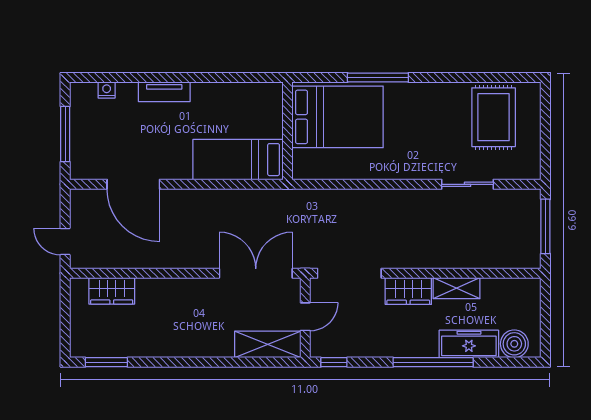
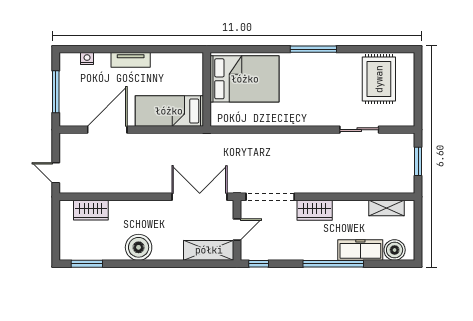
window: (378, 78) -> (313, 49), moved
bed: (338, 117) -> (245, 79), moved
wall: (287, 131) -> (207, 89), moved
bed: (238, 160) -> (169, 111), moved
door: (133, 184) -> (107, 130), swing flipped
window: (545, 226) -> (418, 161), width x0.69
shelving: (457, 288) -> (387, 208), moved
boiler: (175, 340) -> (139, 247), added

